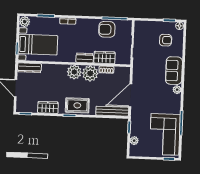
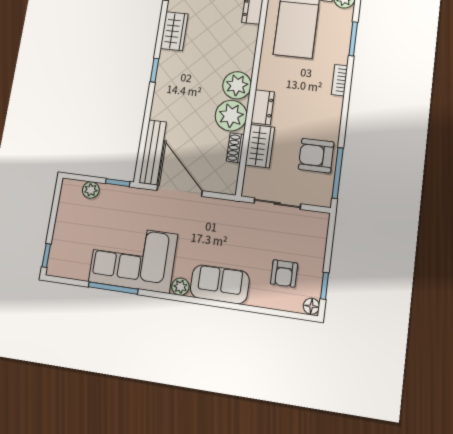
armchair: (107, 29) -> (316, 156), turned -90
rug: (77, 105) -> (172, 86), removed
corner sofa: (165, 134) -> (133, 258), moved

